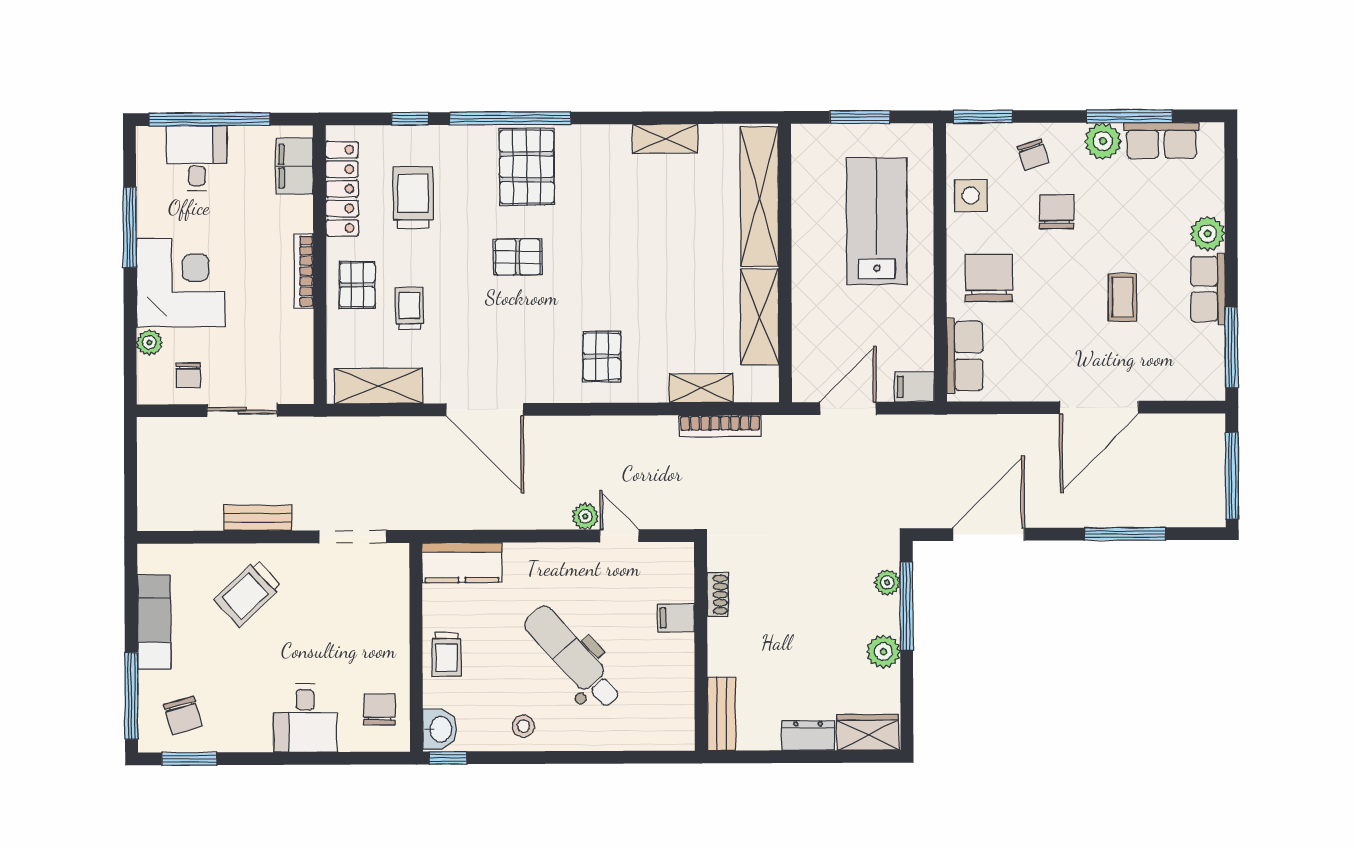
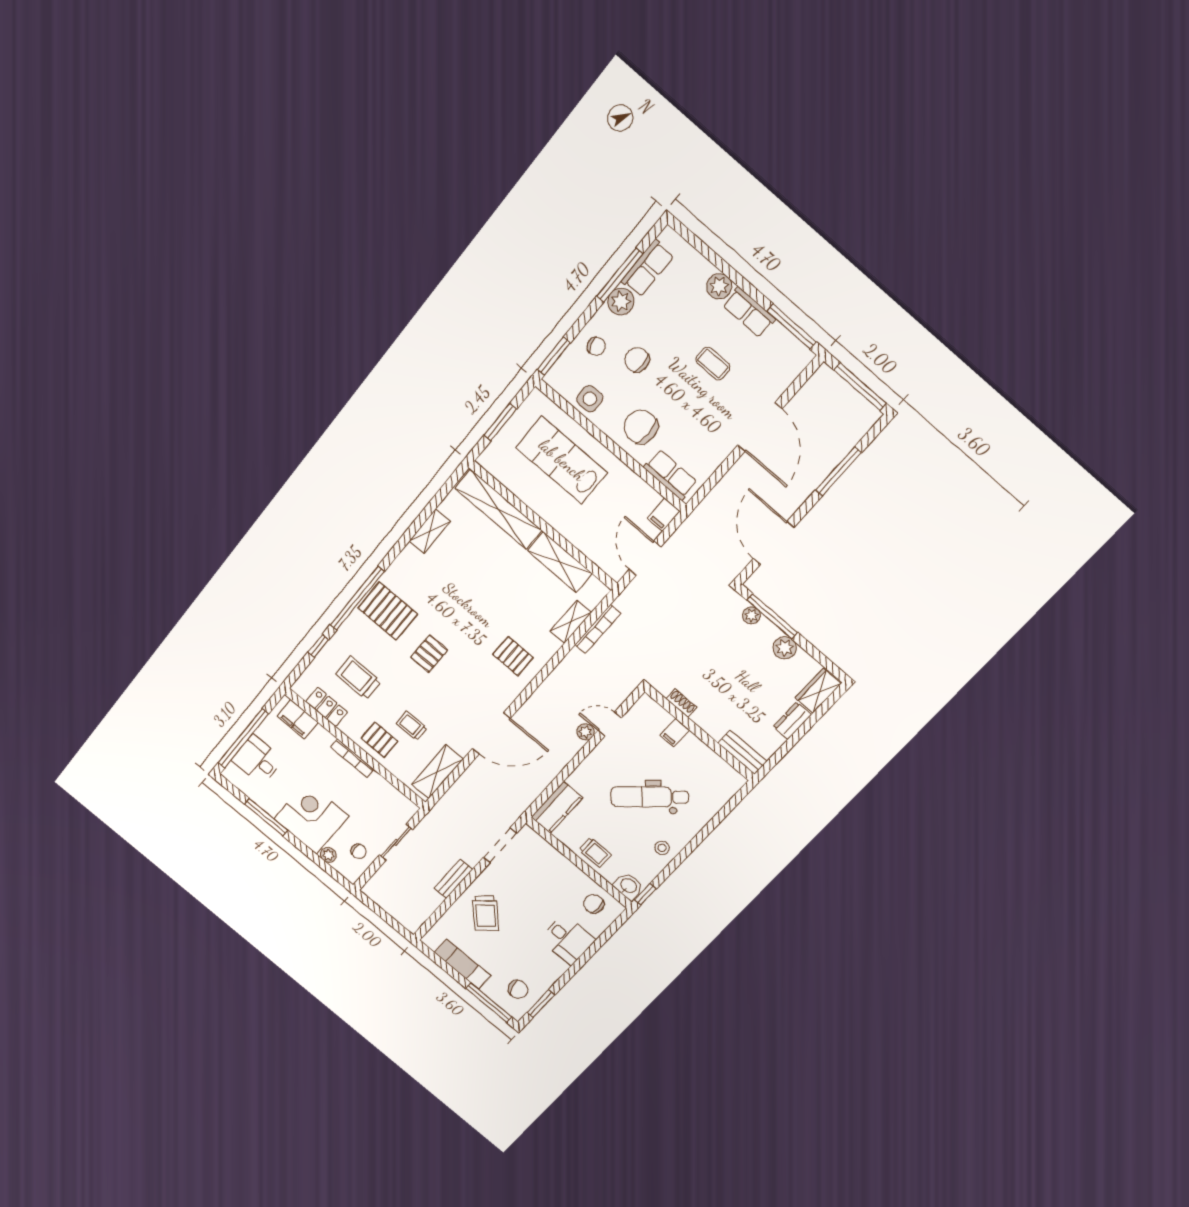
locker: (342, 189) -> (327, 707), width x0.66

